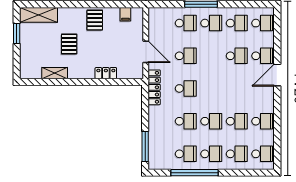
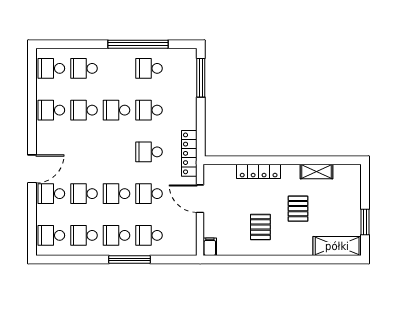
filing cabinet: (125, 14) -> (210, 247), moved
pallet: (95, 20) -> (260, 227), moved
locker: (106, 73) -> (259, 171), width x1.53
school desk: (211, 154) -> (116, 194), moved

